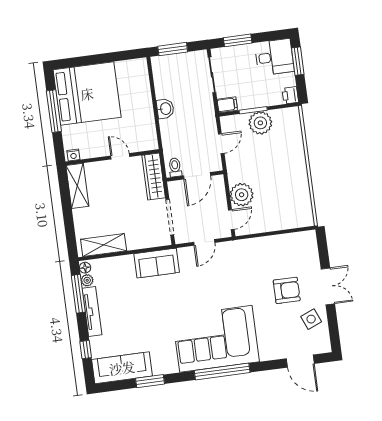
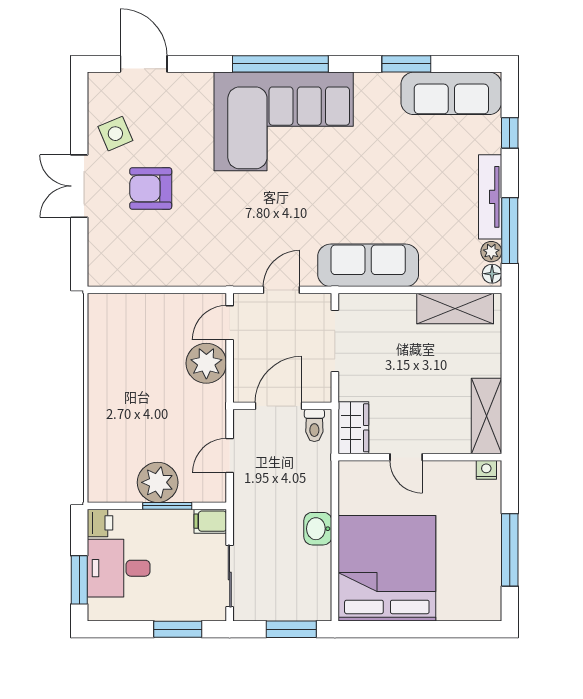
desk: (274, 57) -> (119, 568), moved
bed: (87, 94) -> (387, 568), moved, turned 90
wardrobe: (154, 177) -> (353, 428), width x0.67
sofa: (157, 263) -> (368, 265), width x1.36

